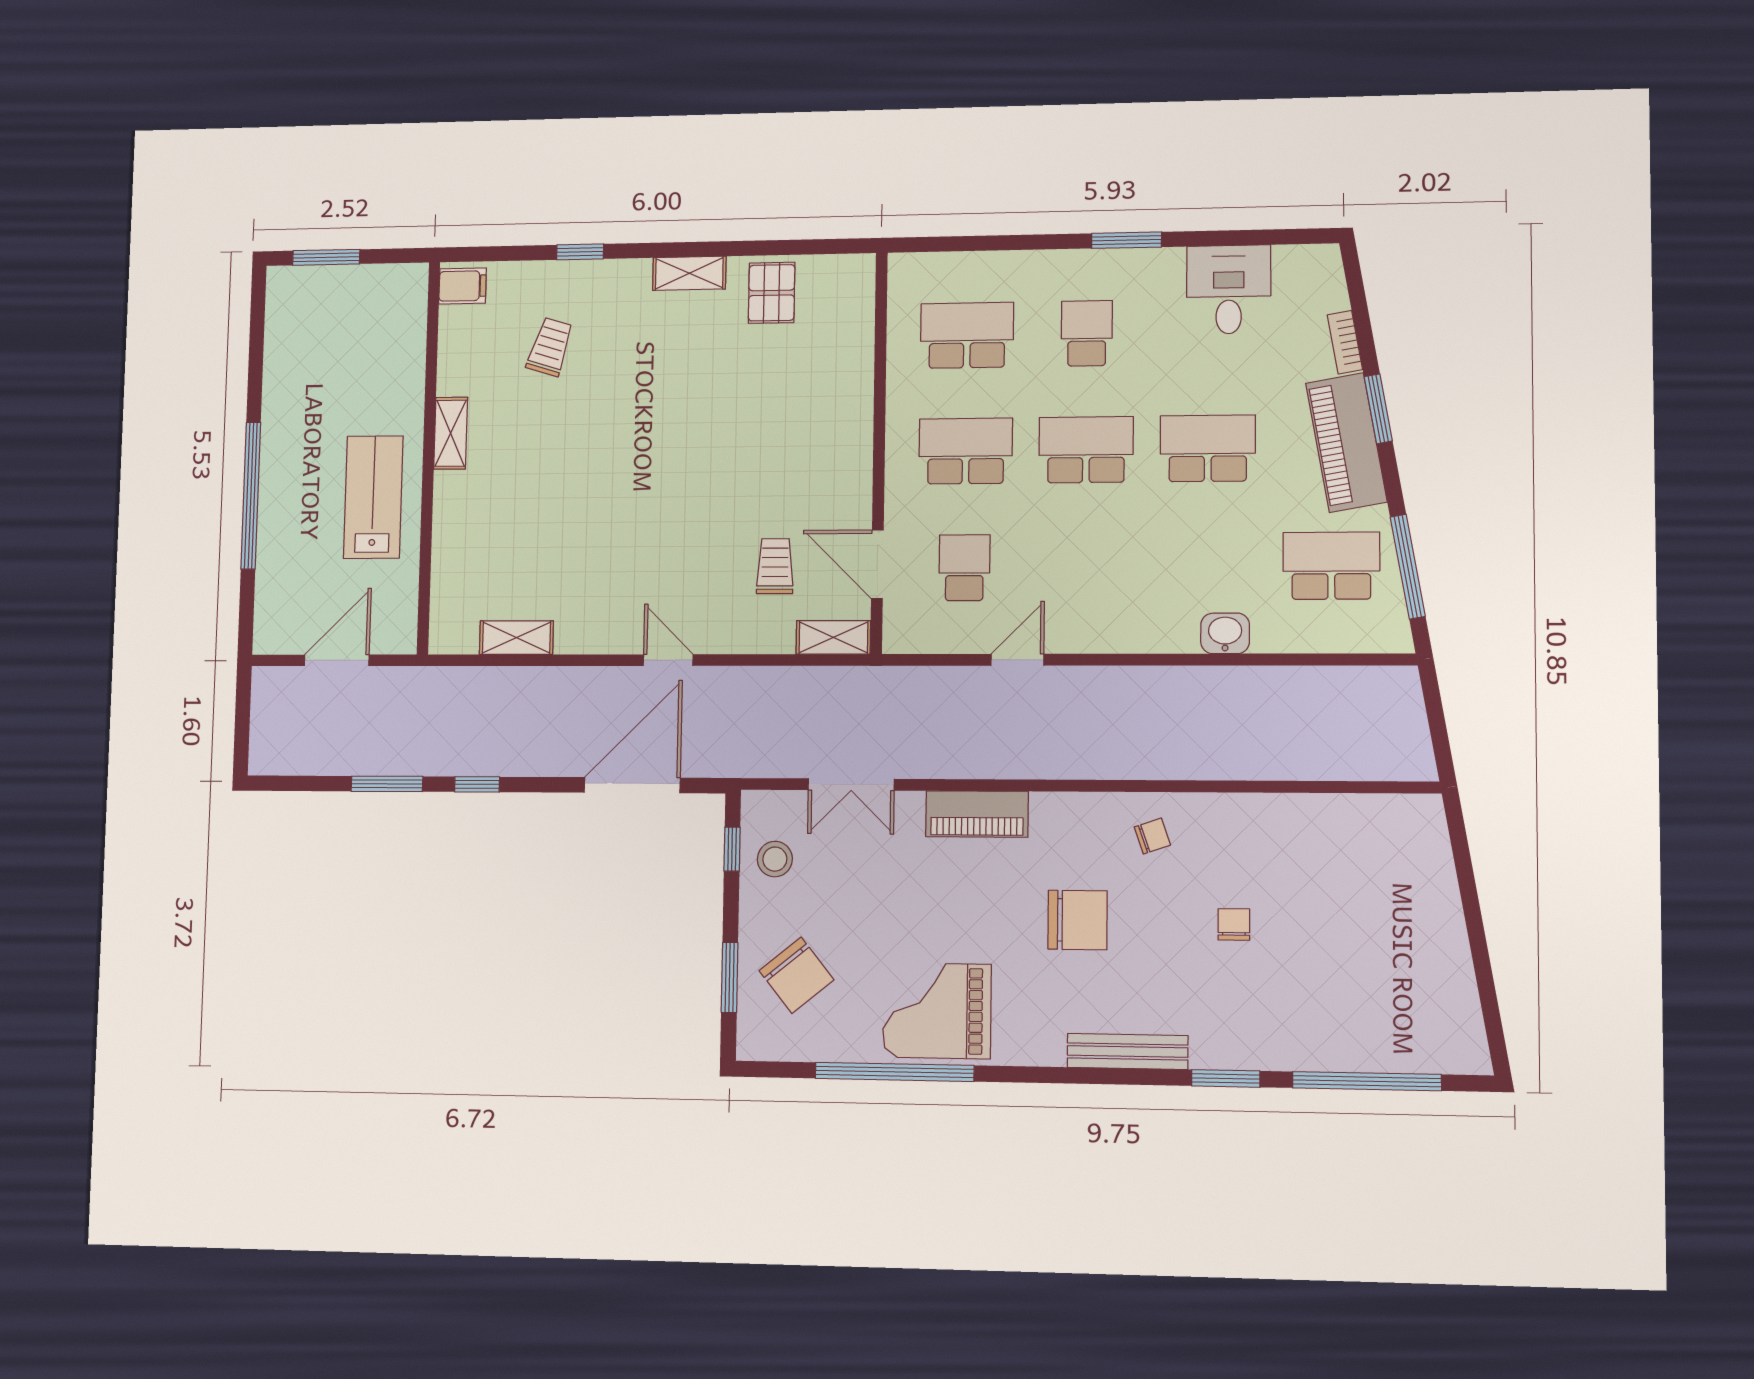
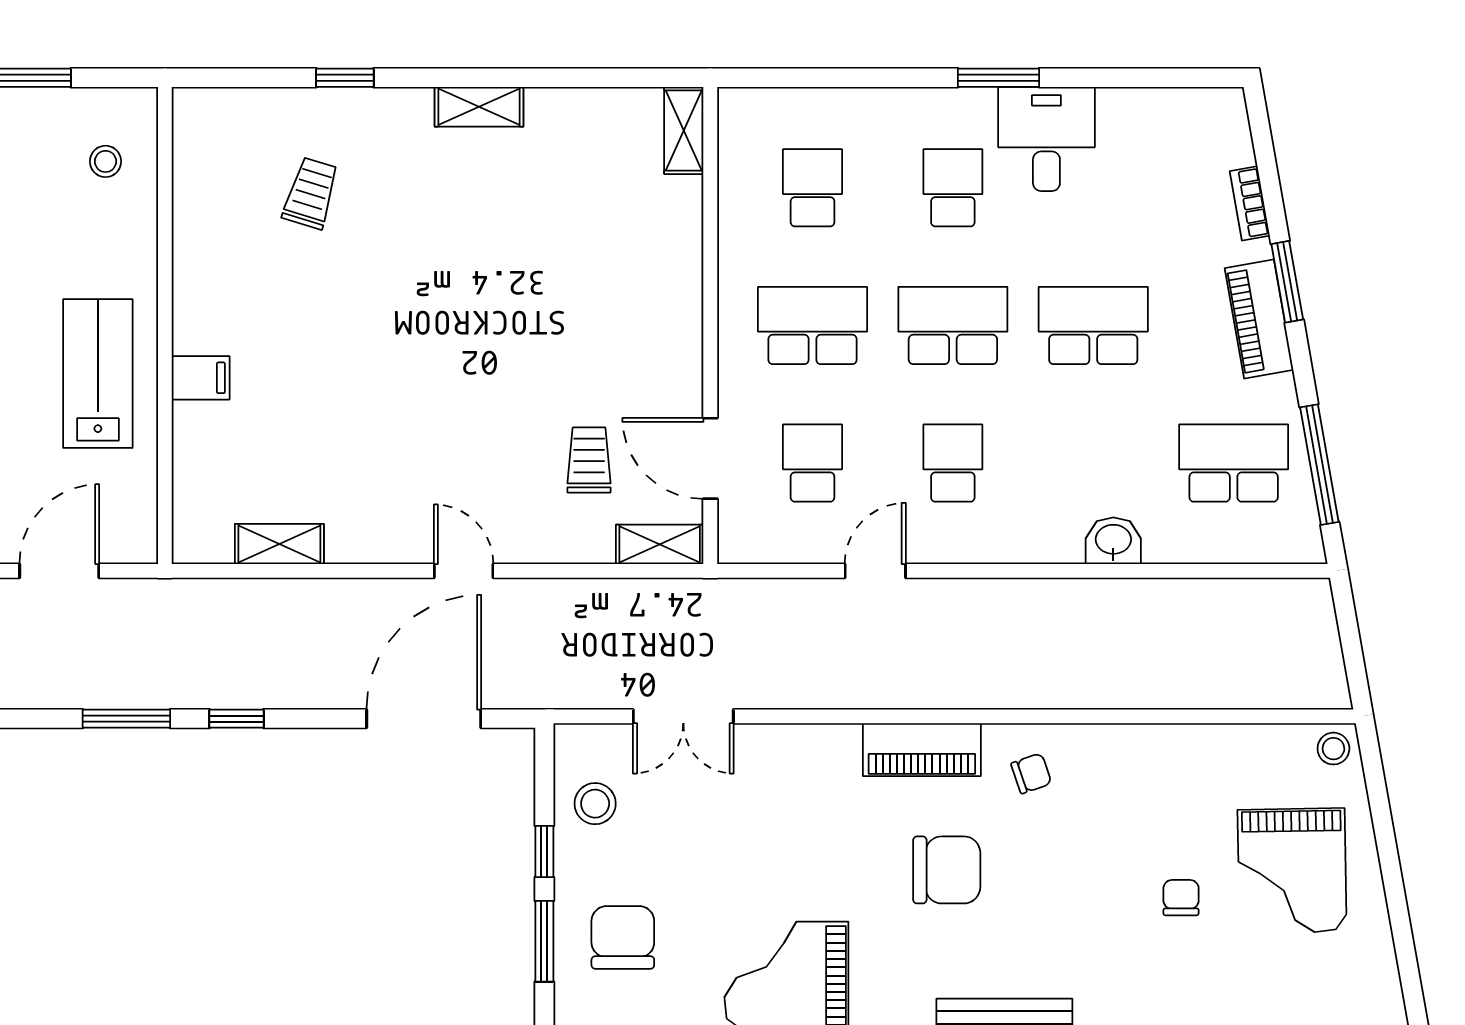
filing cabinet: (463, 286) -> (201, 378), moved
desk: (1229, 290) -> (1046, 139), moved
pallet: (772, 293) -> (579, 132), removed
stool: (385, 324) -> (105, 161), added
school desk: (967, 335) -> (813, 188), width x0.54
shelving: (451, 433) -> (684, 130), moved
piano: (1346, 442) -> (1259, 319), width x0.73, depth x0.75
school desk: (1085, 567) -> (953, 463), added
piano: (977, 814) -> (922, 750), moved
stool: (1422, 816) -> (1333, 749), added
window: (732, 849) -> (544, 852), moved
chair: (1234, 924) -> (1181, 898), moved
grand piano: (1385, 924) -> (1292, 871), added
chair: (796, 975) -> (623, 937), turned -141

